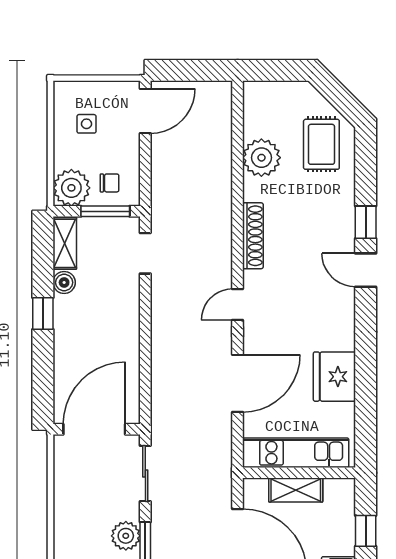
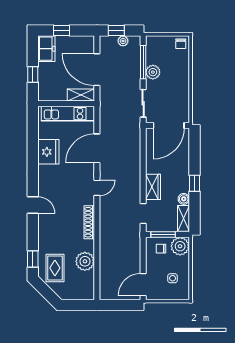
window: (366, 222) -> (33, 259), moved
wardrobe: (125, 306) -> (153, 187), added
shelving: (296, 490) -> (81, 95), moved

